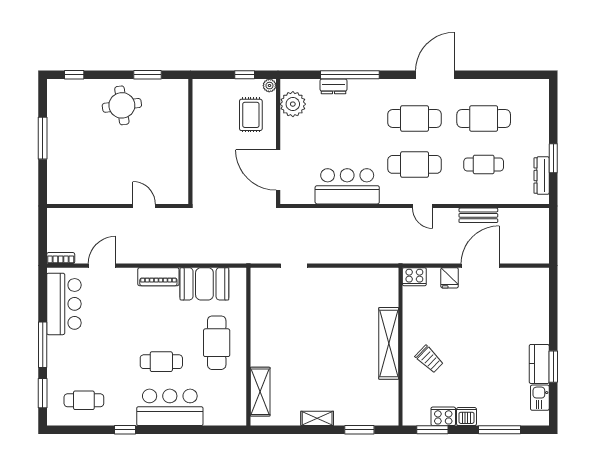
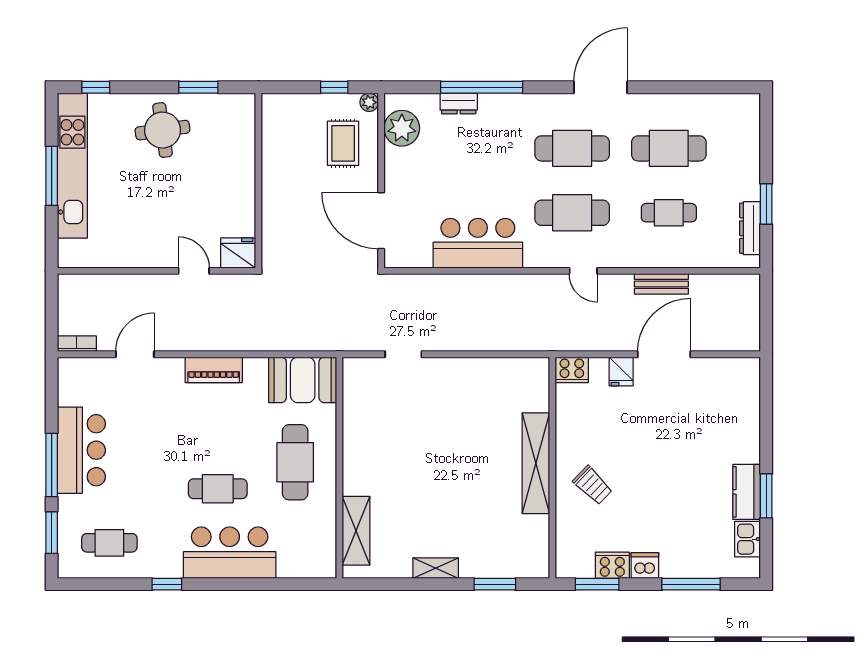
kitchen unit: (57, 131) -> (72, 166), added
fridge: (176, 193) -> (238, 253), added
booth: (204, 284) -> (303, 380), moved
bar counter: (64, 304) -> (81, 450), moved

